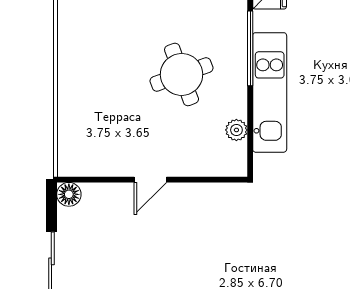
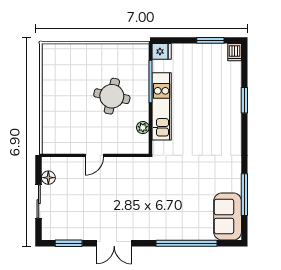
round table: (182, 74) -> (112, 96), turned 32
floor lamp: (69, 194) -> (48, 178), moved

